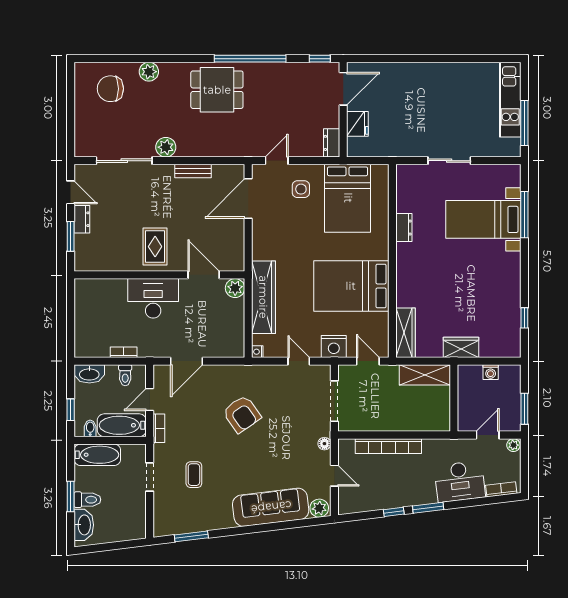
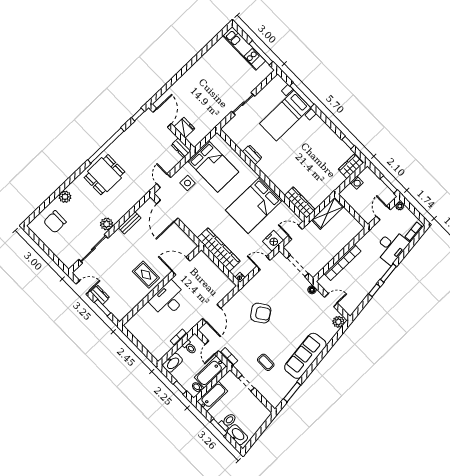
plant: (235, 288) -> (201, 258), removed
wardrobe: (461, 347) -> (351, 166), moved
sofa: (271, 507) -> (305, 356), moved

